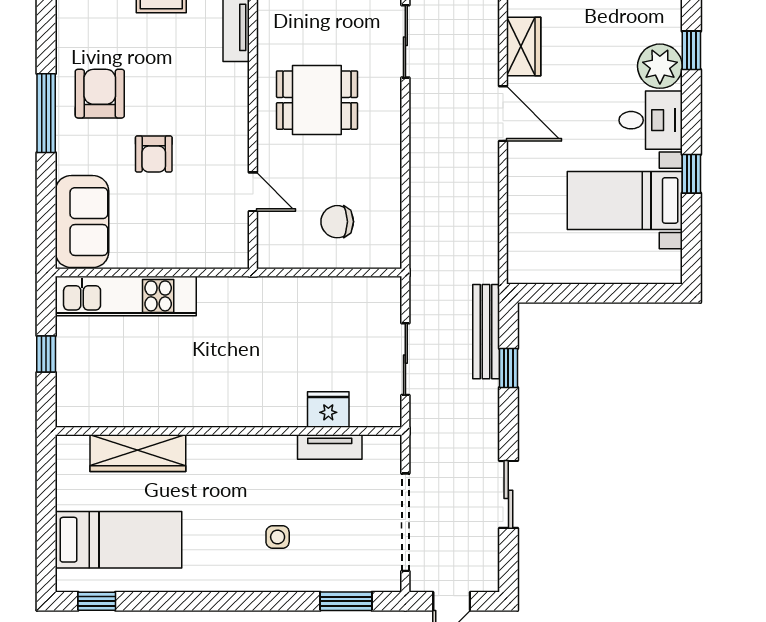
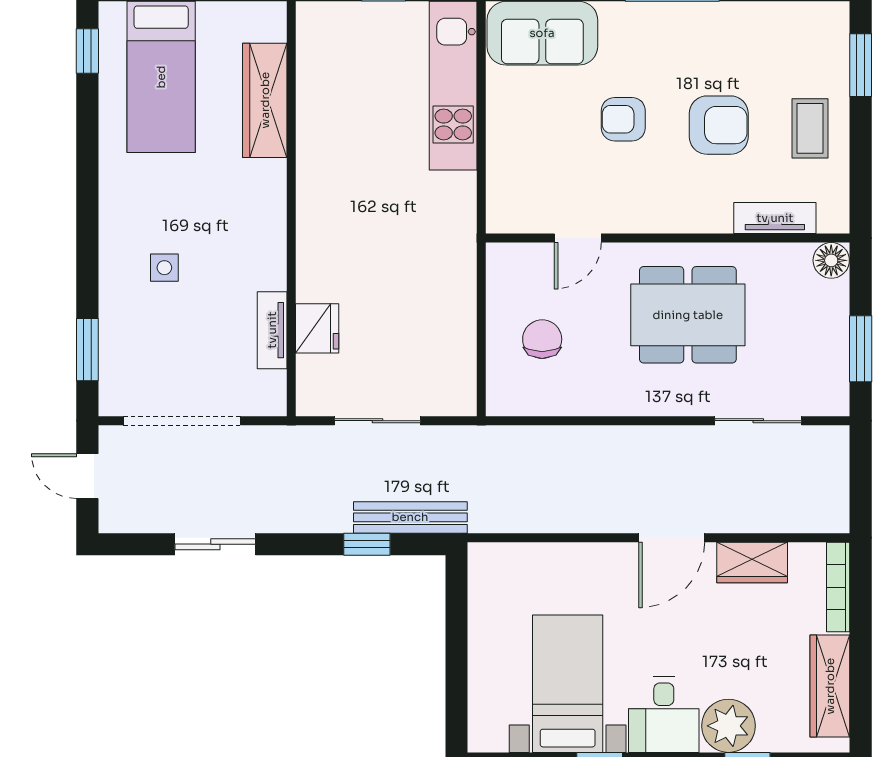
armchair: (100, 94) -> (719, 125), moved
dining table: (317, 100) -> (688, 315), width x1.38

